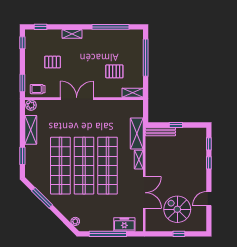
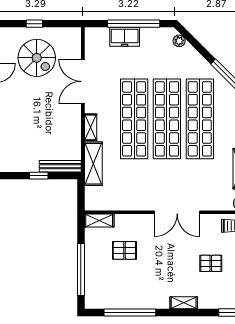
freezer: (124, 224) -> (125, 37), moved

